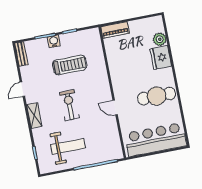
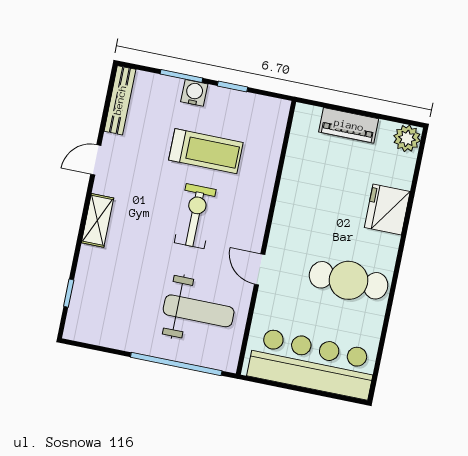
piano: (115, 30) -> (349, 125), moved
plant: (160, 39) -> (407, 138), moved
bench: (21, 54) -> (120, 100), width x1.36
exercise bike: (69, 105) -> (195, 216), moved
weight bench: (68, 146) -> (199, 311), moved

